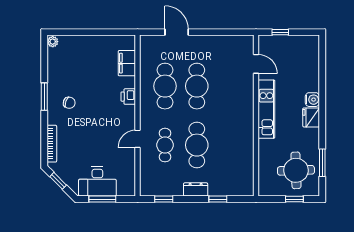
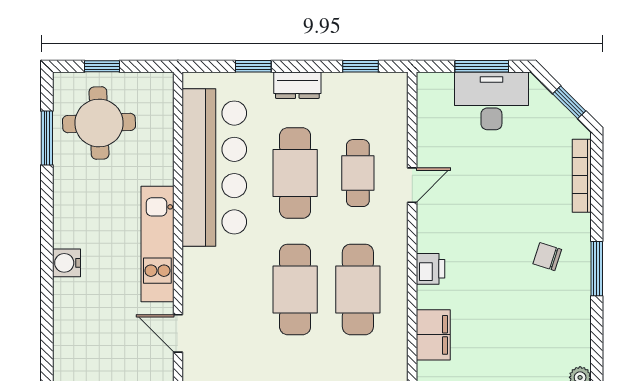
fridge: (311, 117) -> (69, 228), removed
bar counter: (238, 148) -> (214, 167), added

